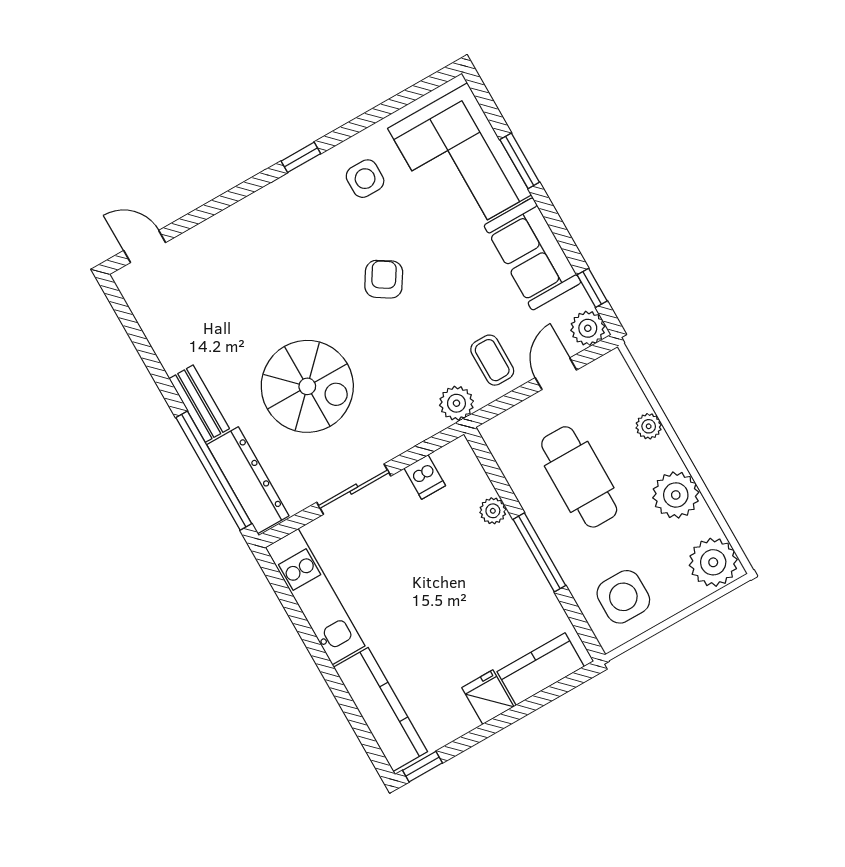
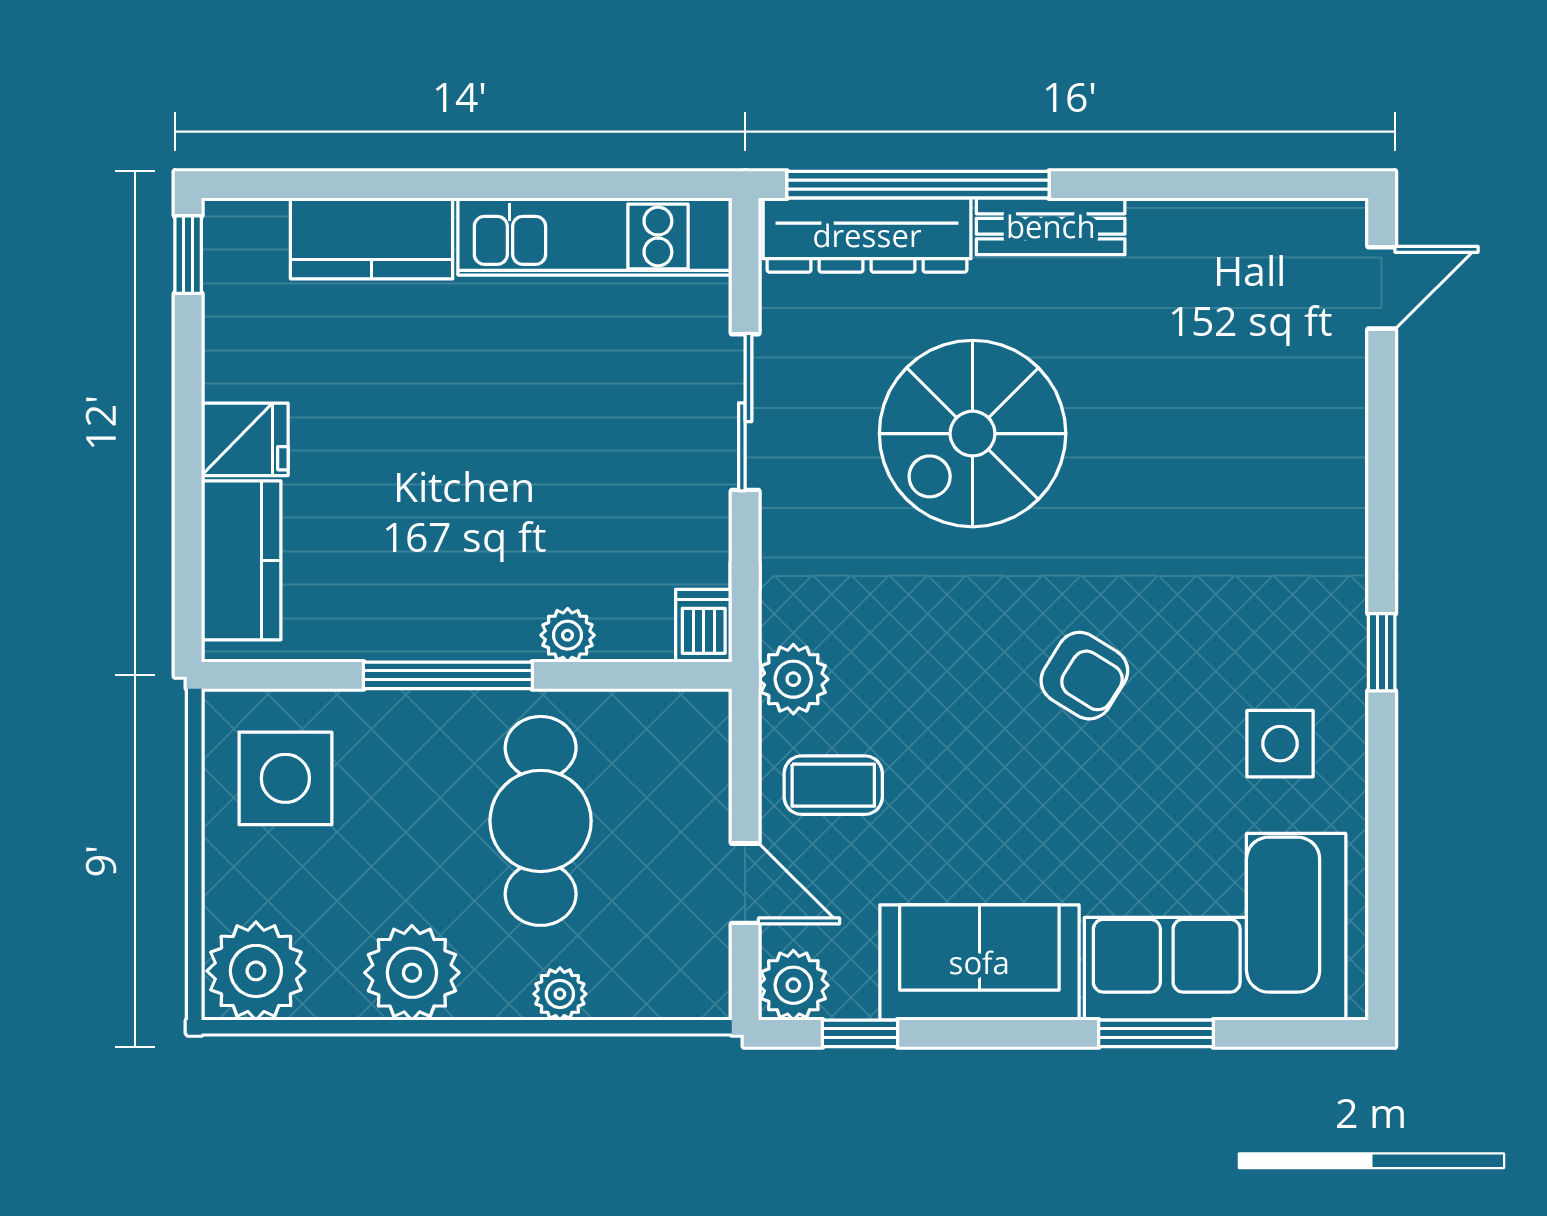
dishwasher: (425, 477) -> (704, 626), moved, turned 90
cafe table: (579, 477) -> (541, 821), turned 90
kitchen counter: (381, 709) -> (372, 238), width x0.67

